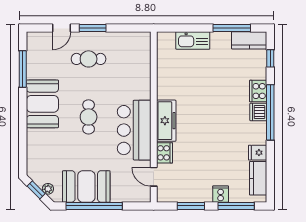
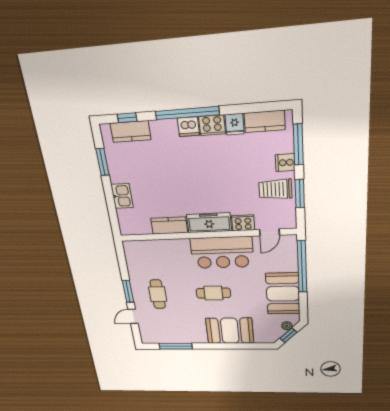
door: (62, 28) -> (133, 316), swing flipped
window: (232, 28) -> (102, 162), width x0.69
kitchen sink: (193, 40) -> (122, 196), width x0.73
kitchen counter: (249, 40) -> (130, 131), moved, turned 90
kitchen counter: (165, 82) -> (169, 225), added
cooker: (258, 91) -> (212, 125), moved
booth: (42, 104) -> (230, 331), moved
trolley: (196, 184) -> (275, 189), added
window: (94, 206) -> (302, 267), moved

